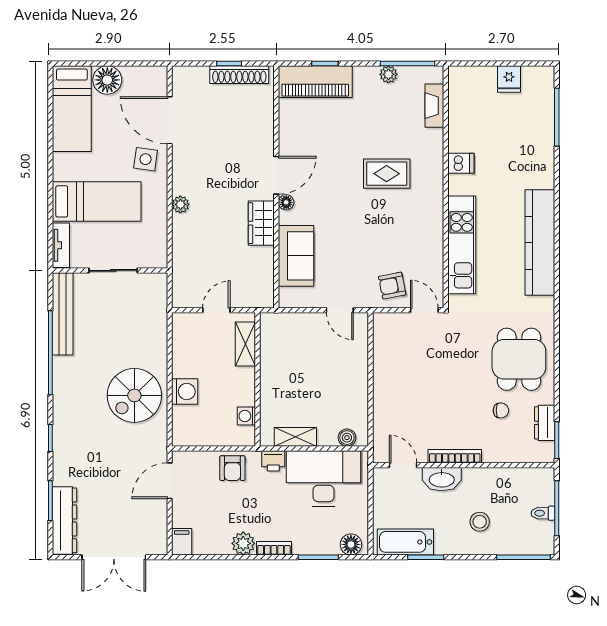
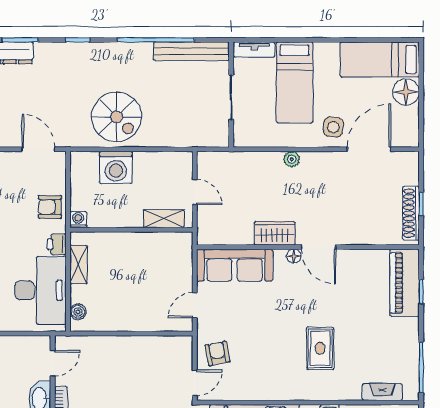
plant: (388, 74) -> (411, 350), removed
sofa: (296, 256) -> (235, 265), width x1.36
washing machine: (185, 392) -> (116, 167), width x1.37, depth x1.37
spiral stairs: (134, 395) -> (117, 117), turned 180
washing machine: (246, 416) -> (78, 220), moved

